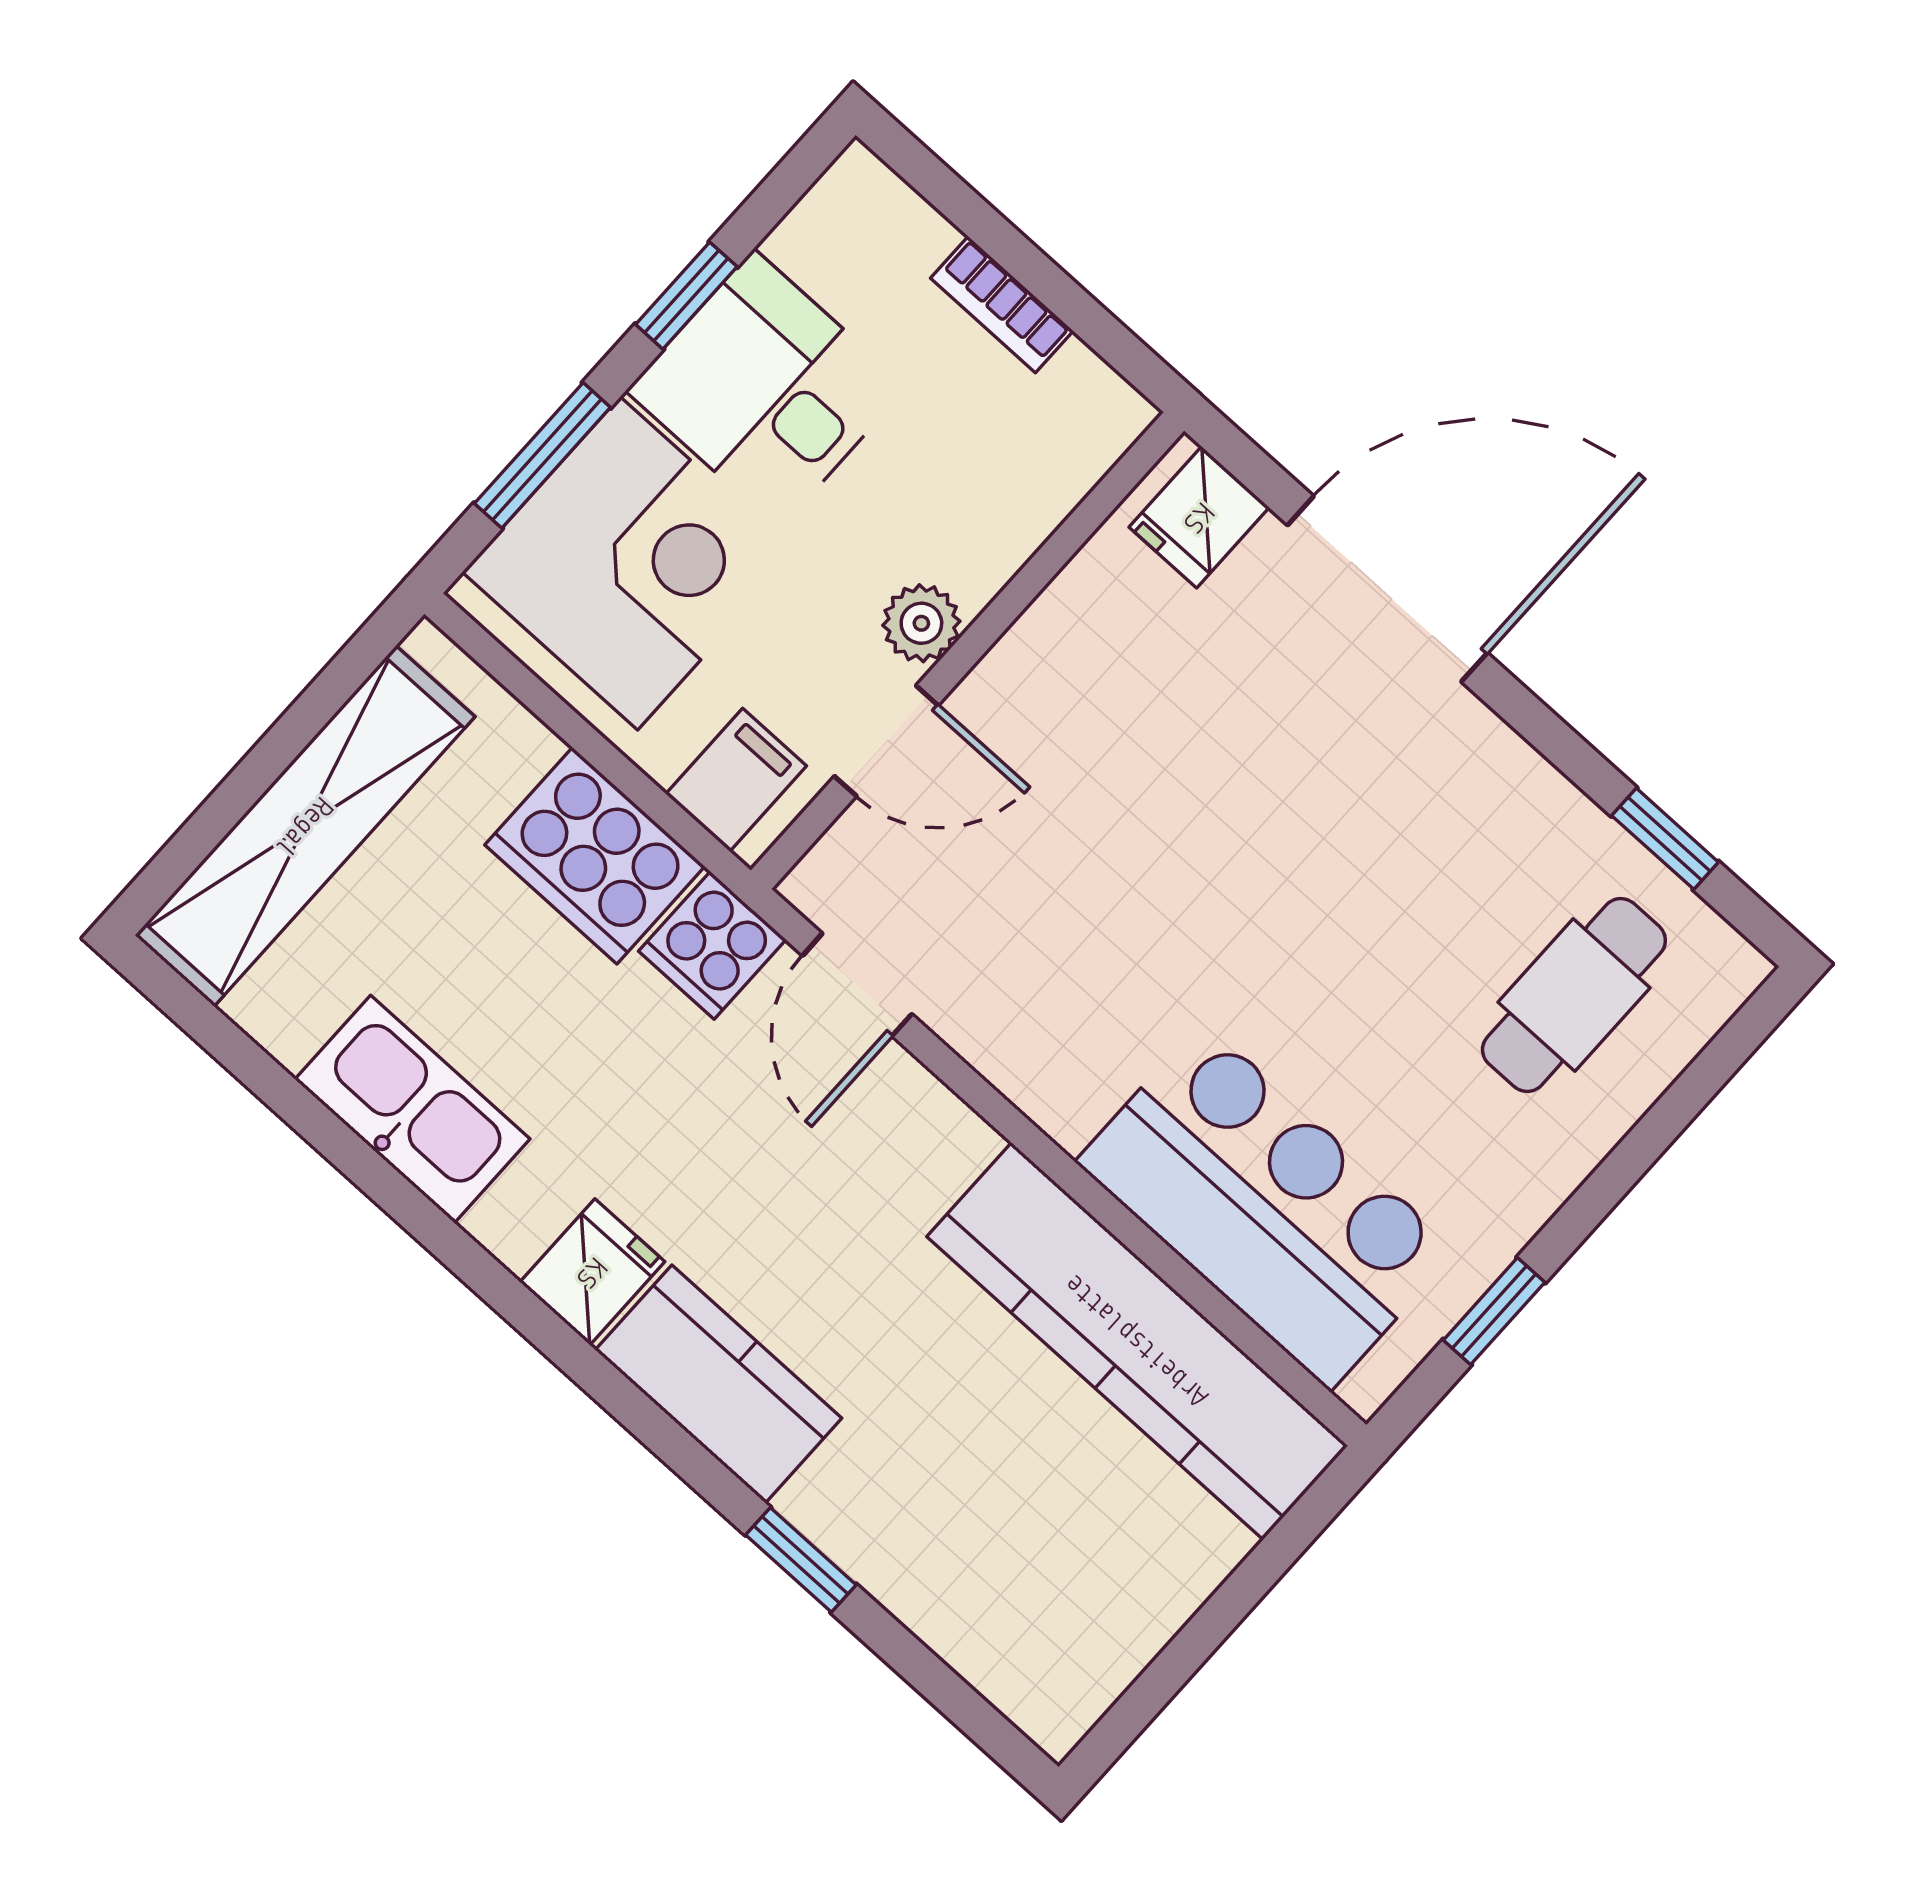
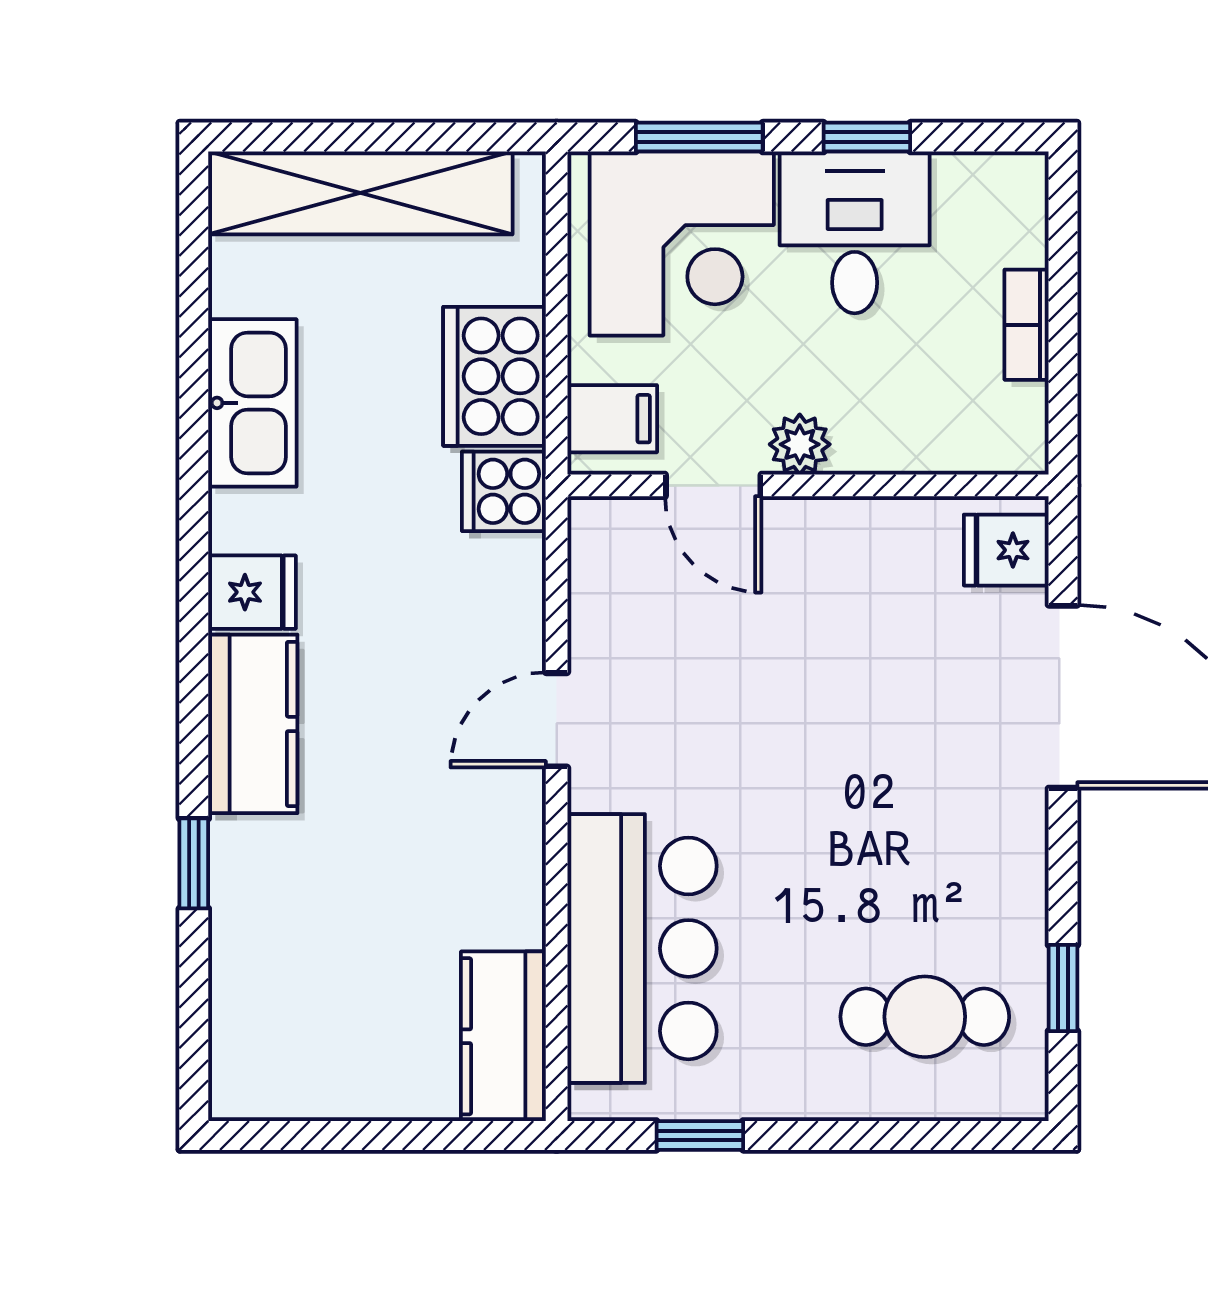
door: (857, 985) -> (557, 720), moved
kitchen counter: (1137, 1341) -> (503, 1036), width x0.48, depth x0.86

